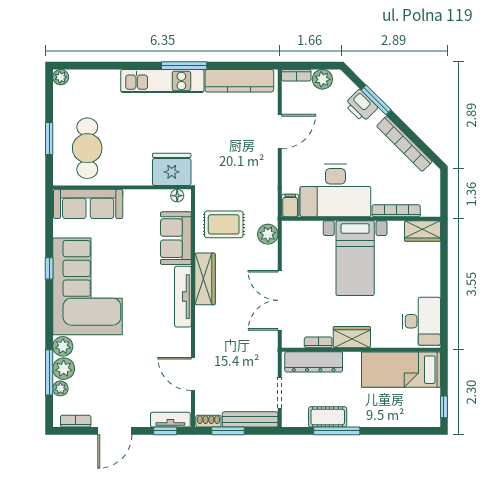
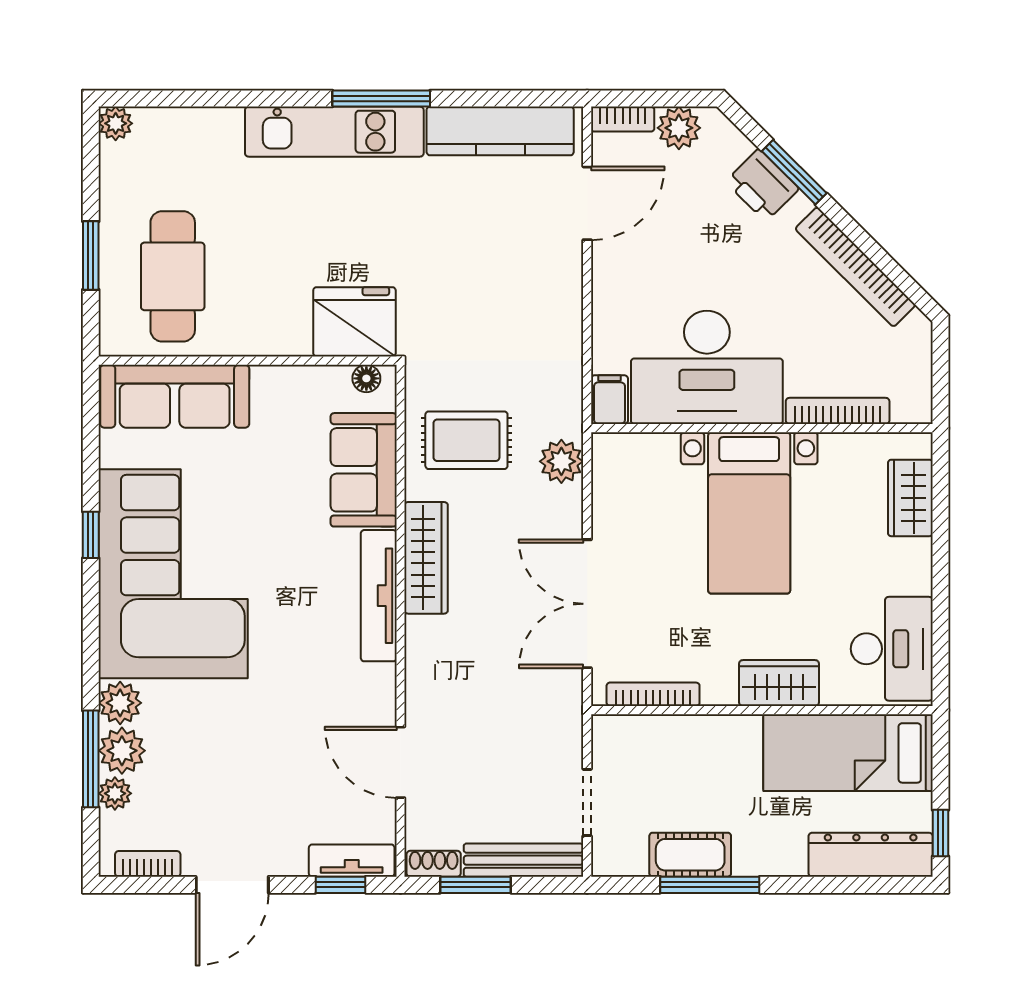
door: (280, 131) -> (587, 203), moved
wardrobe: (422, 231) -> (910, 498), moved, turned 90
wardrobe: (352, 337) -> (779, 683), moved
bookcase: (318, 342) -> (653, 694), width x1.56
dresser: (314, 362) -> (871, 855), moved, turned 180

